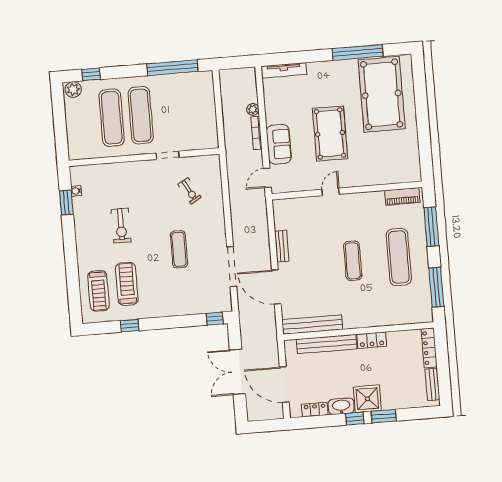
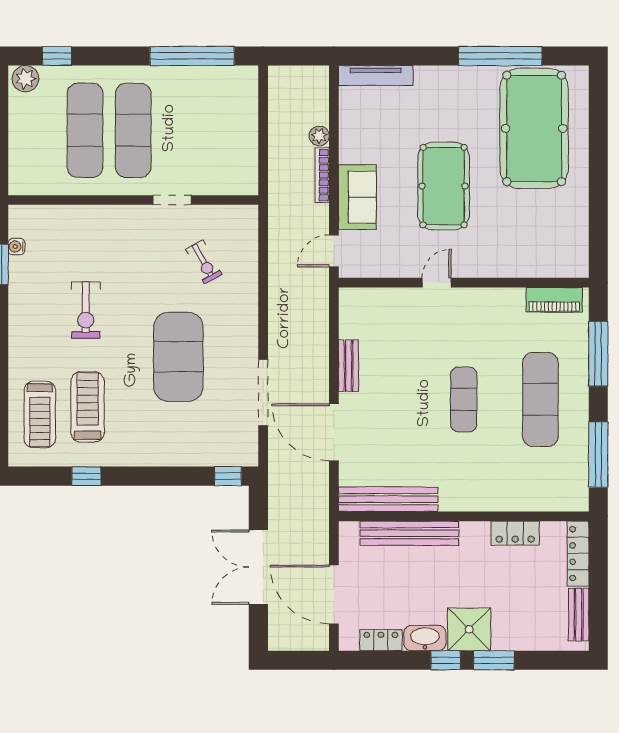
exercise mat: (179, 249) -> (178, 357), width x2.00, depth x1.45
locker: (372, 340) -> (515, 533), moved

